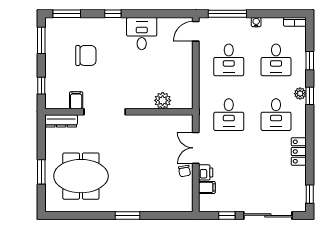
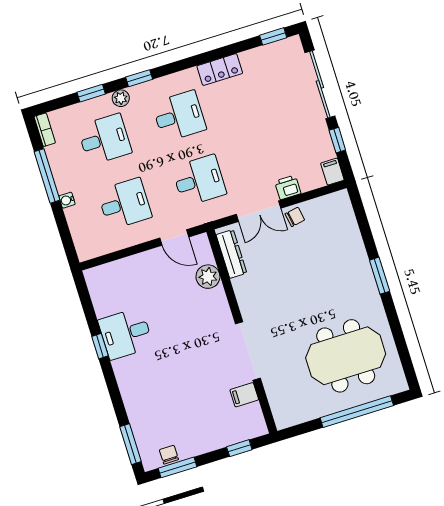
window: (113, 14) -> (100, 346), moved
window: (227, 14) -> (47, 176), moved
water cooler: (256, 22) -> (67, 200), moved
door: (196, 31) -> (174, 237), moved
chair: (86, 55) -> (169, 455), moved, width x0.54, depth x0.54
plant: (300, 94) -> (121, 98), moved
dresser: (61, 121) -> (231, 254), moved
window: (41, 172) -> (357, 412), width x2.11
meeting table: (81, 176) -> (346, 356), turned 90
filing cabinet: (207, 187) -> (332, 172), moved

